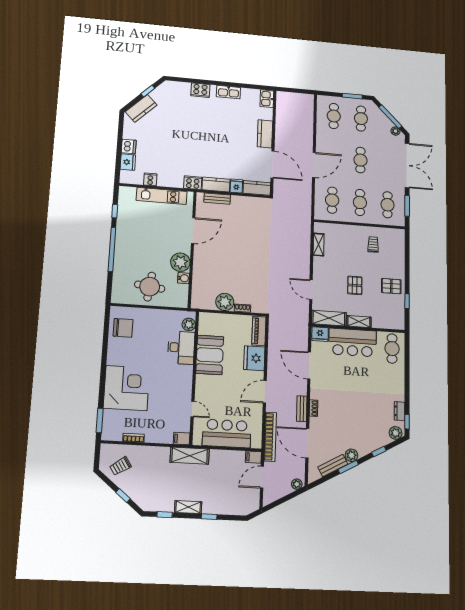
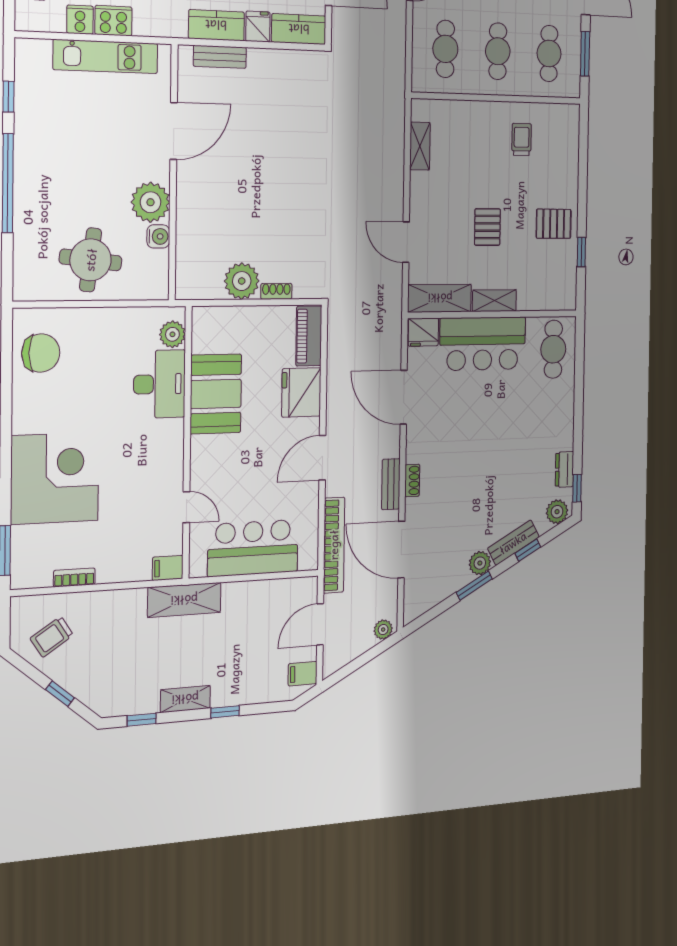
cooker: (193, 183) -> (113, 21), moved
filing cabinet: (253, 457) -> (303, 674), moved
bench: (333, 466) -> (513, 543), moved

